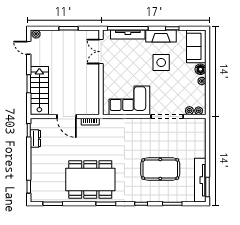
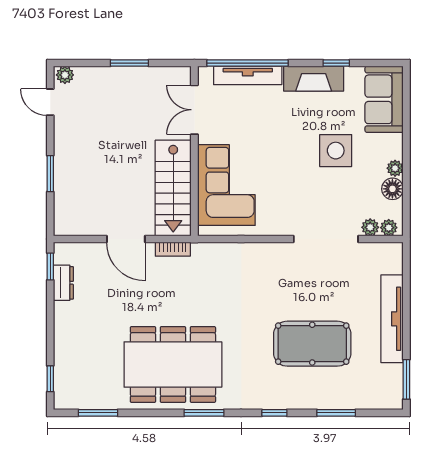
side table: (161, 63) -> (336, 151), moved
floor lamp: (201, 69) -> (392, 189), moved
stairs: (39, 90) -> (173, 188), moved, turned 180
corner sofa: (129, 100) -> (226, 185), moved, turned 90
tv unit: (200, 180) -> (392, 319), moved

